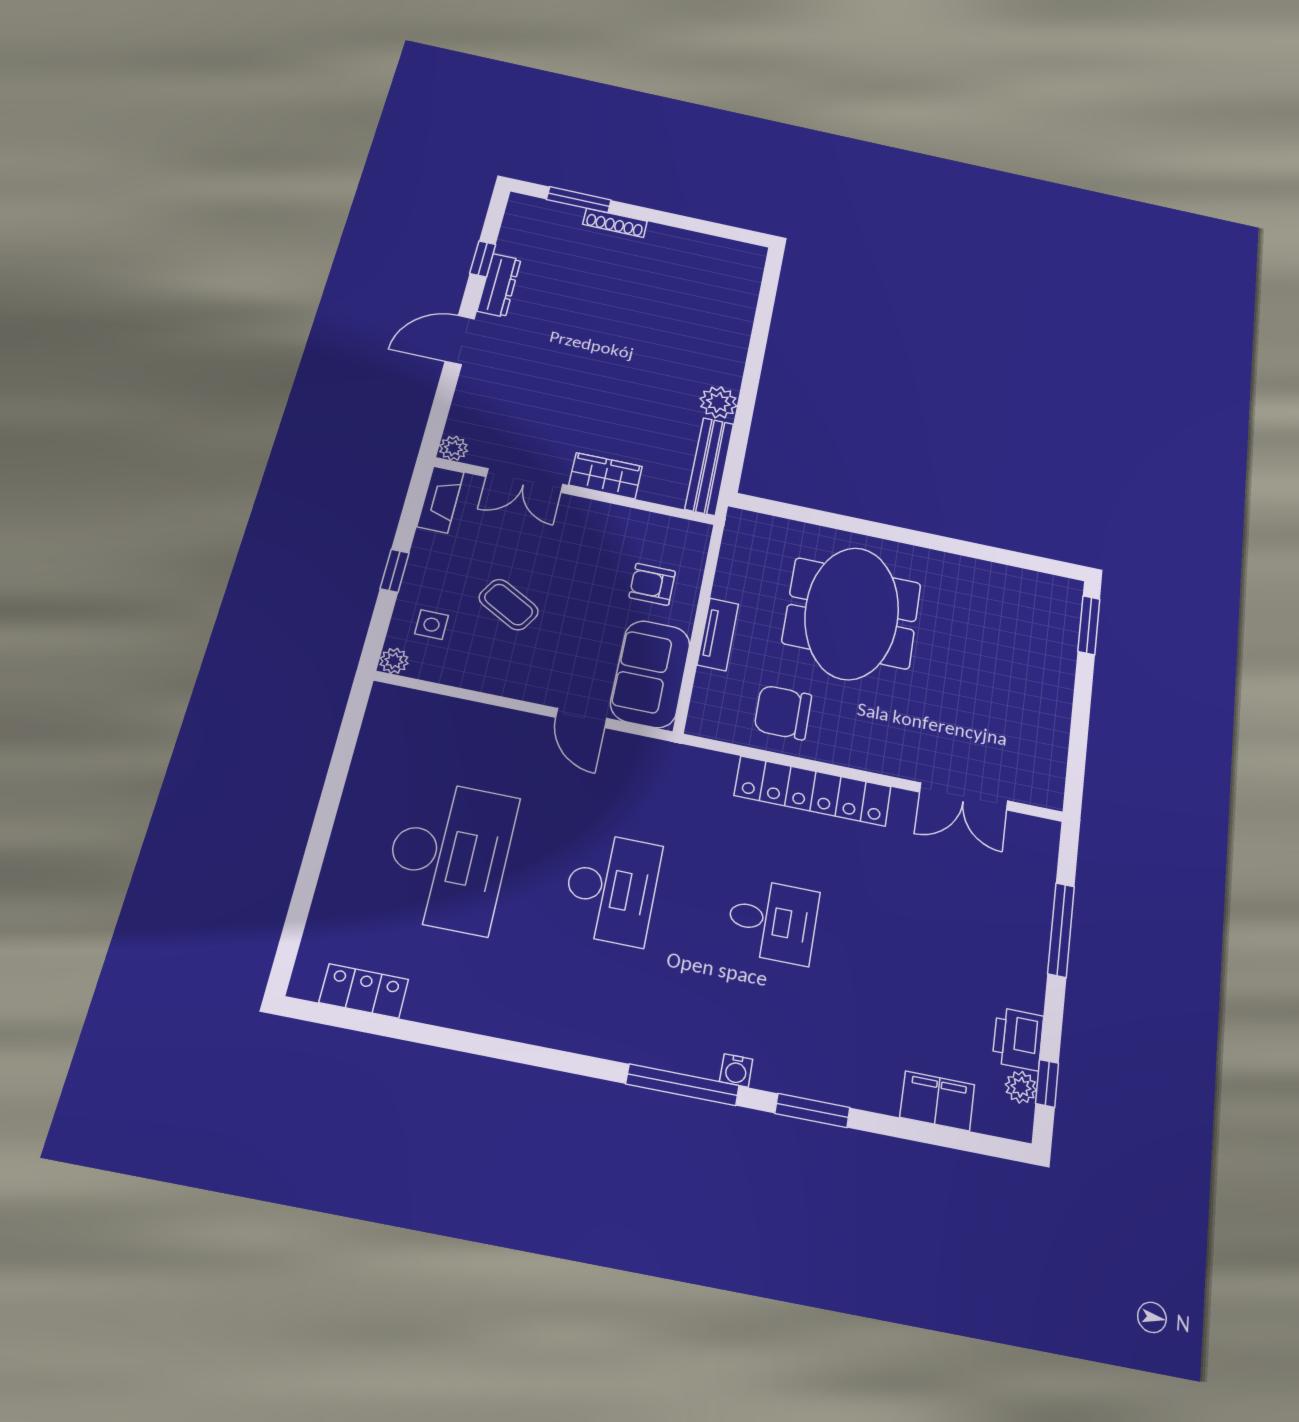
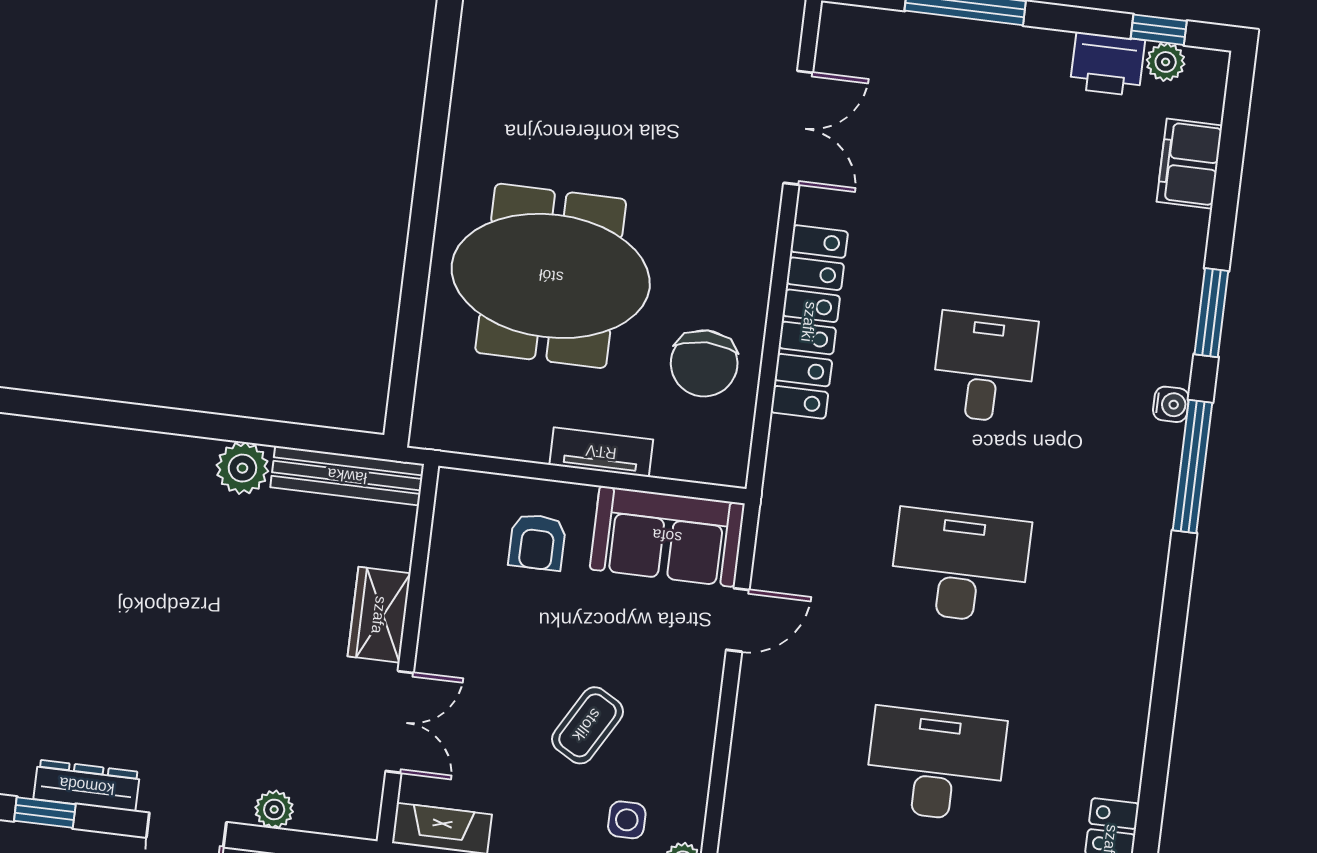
plant: (453, 448) -> (274, 809), moved
desk: (449, 856) -> (936, 765), width x0.73, depth x0.77

